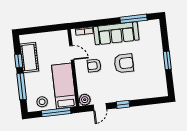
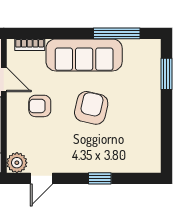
window: (167, 60) -> (166, 74), moved
armchair: (124, 63) -> (91, 108), turned -77
window: (123, 104) -> (100, 178), moved

